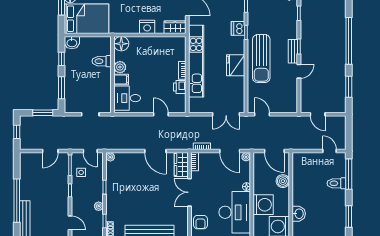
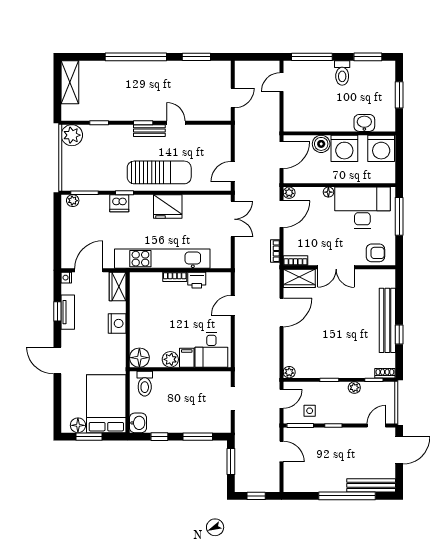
toilet: (102, 61) -> (145, 384), moved
toilet: (336, 183) -> (342, 73), moved
washing machine: (263, 205) -> (344, 148), moved, turned 180

